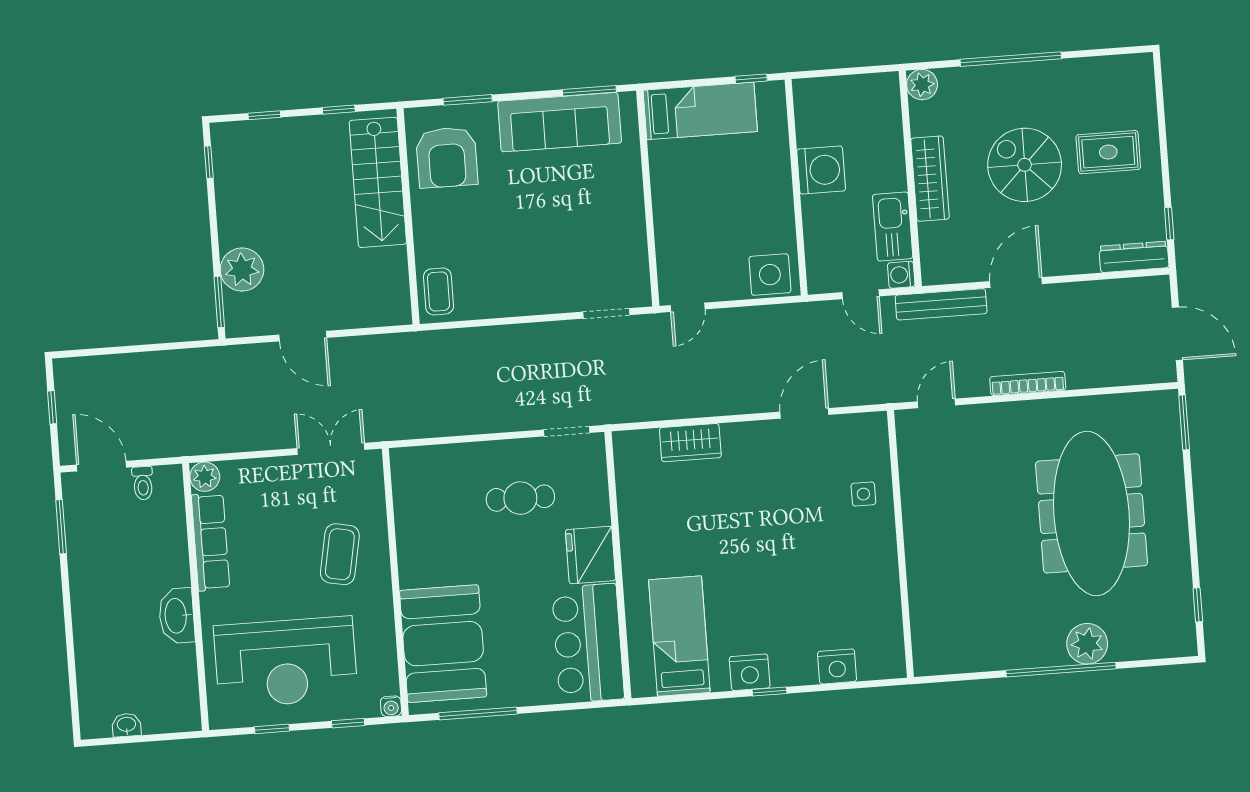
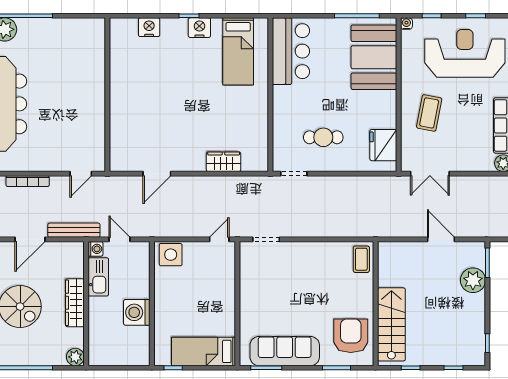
side table: (863, 494) -> (127, 125), removed
fridge: (590, 555) -> (383, 145), moved, turned 180

